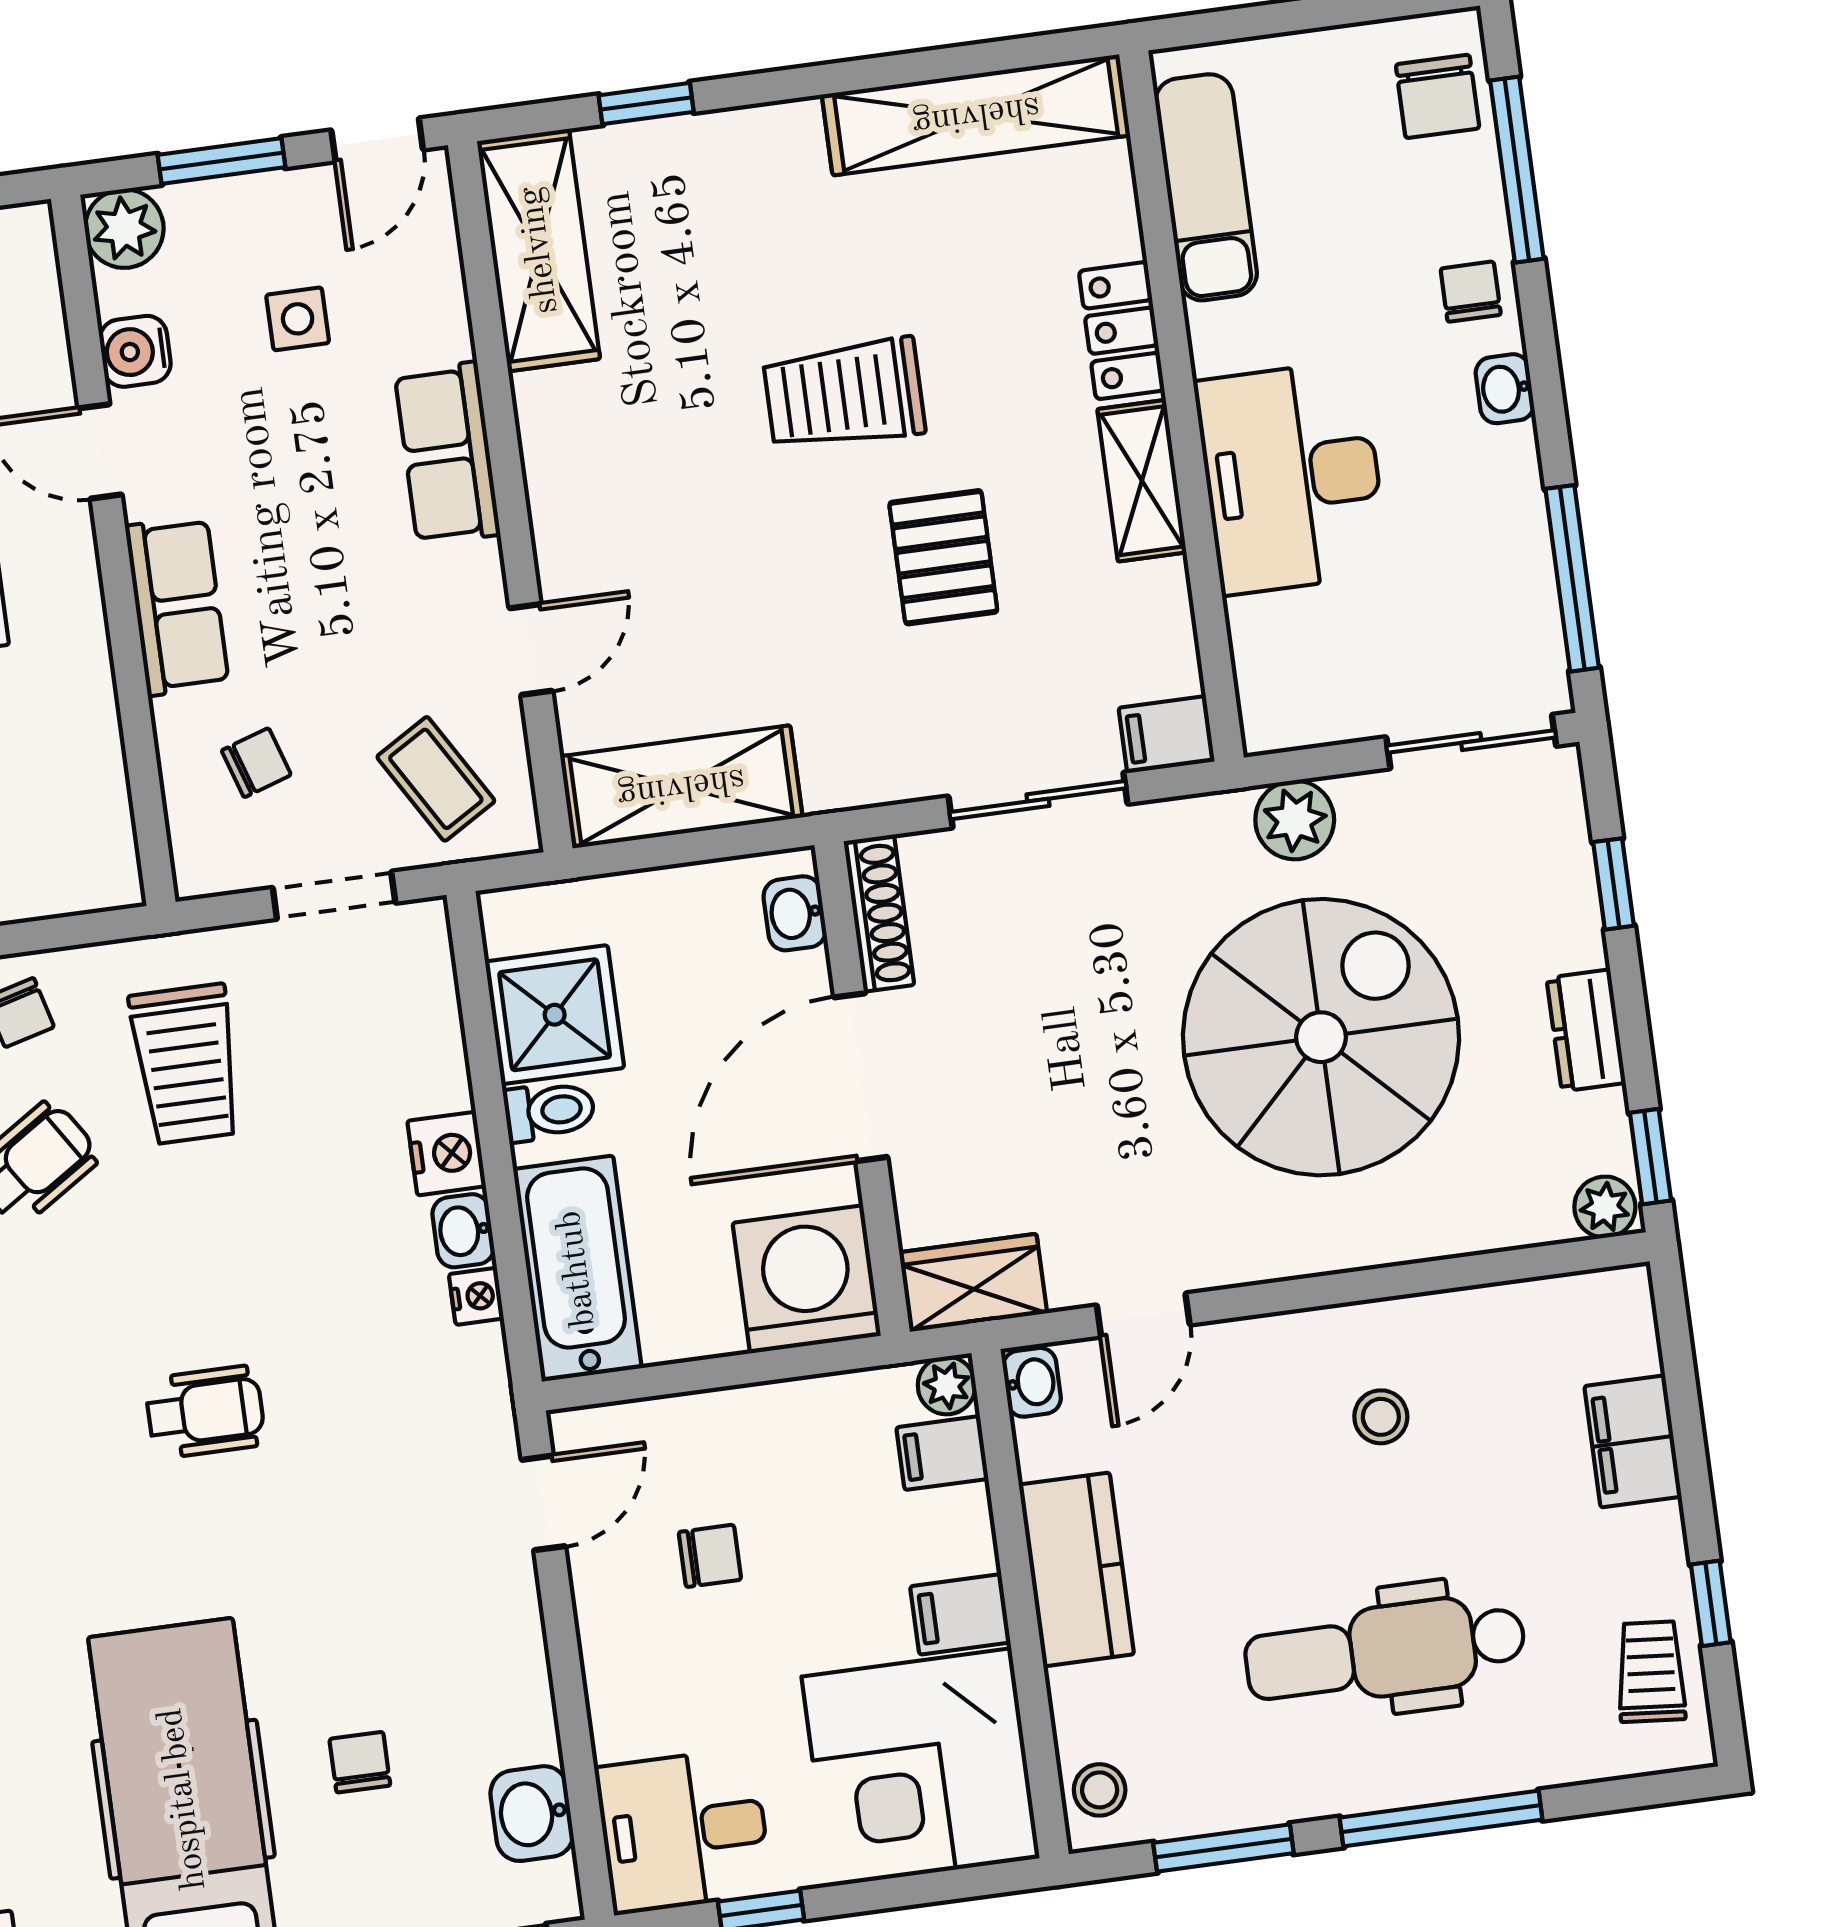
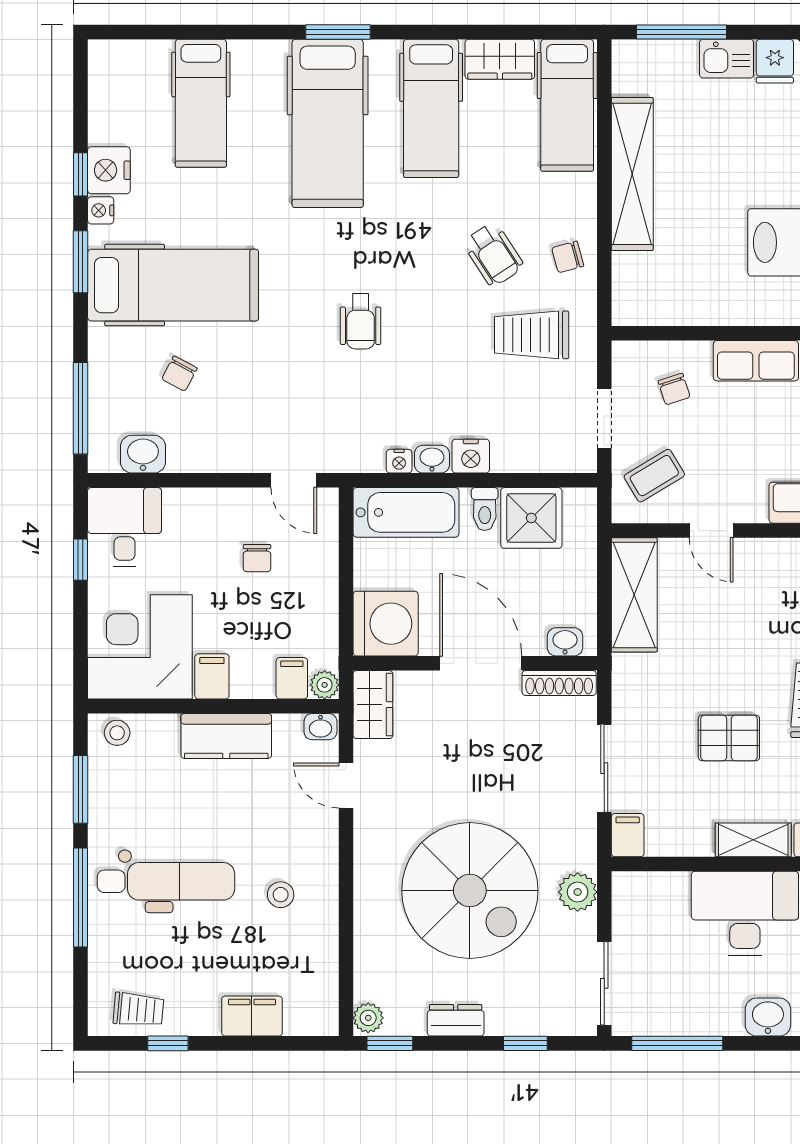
washbasin: (1505, 389) -> (768, 1017), width x1.38, depth x1.45
dental chair: (1385, 1651) -> (166, 881), turned 90
chair: (360, 1762) -> (179, 374), turned 118

